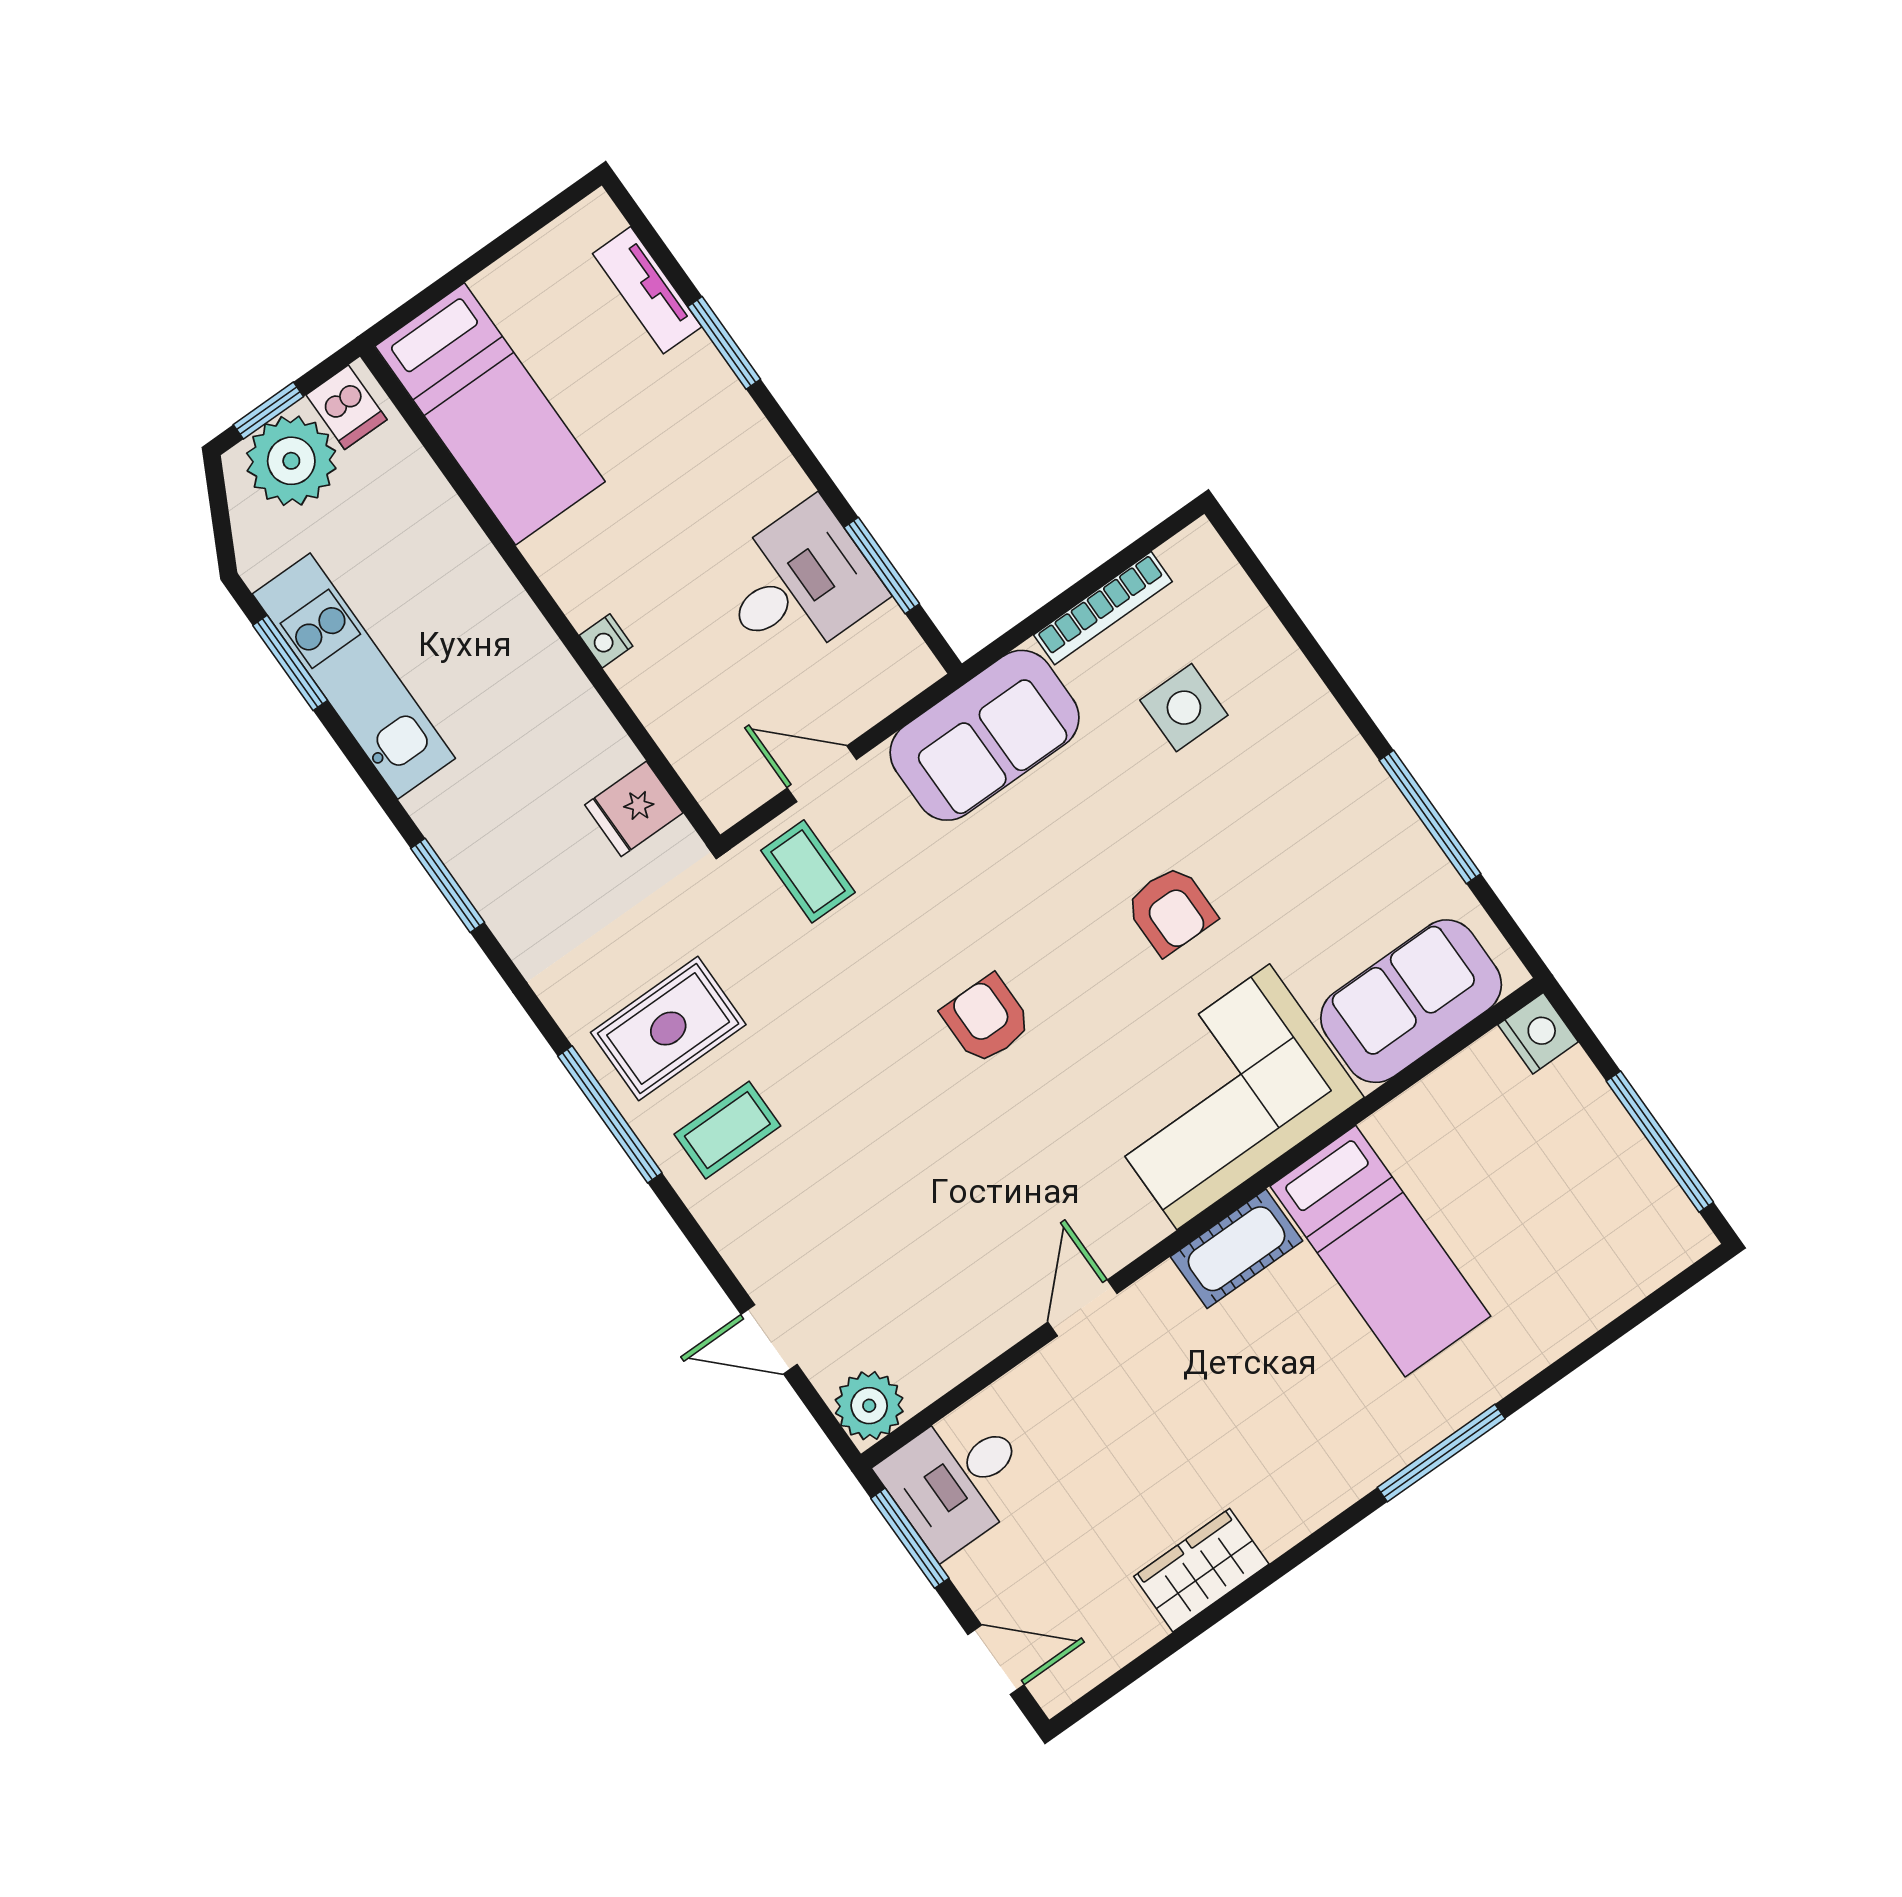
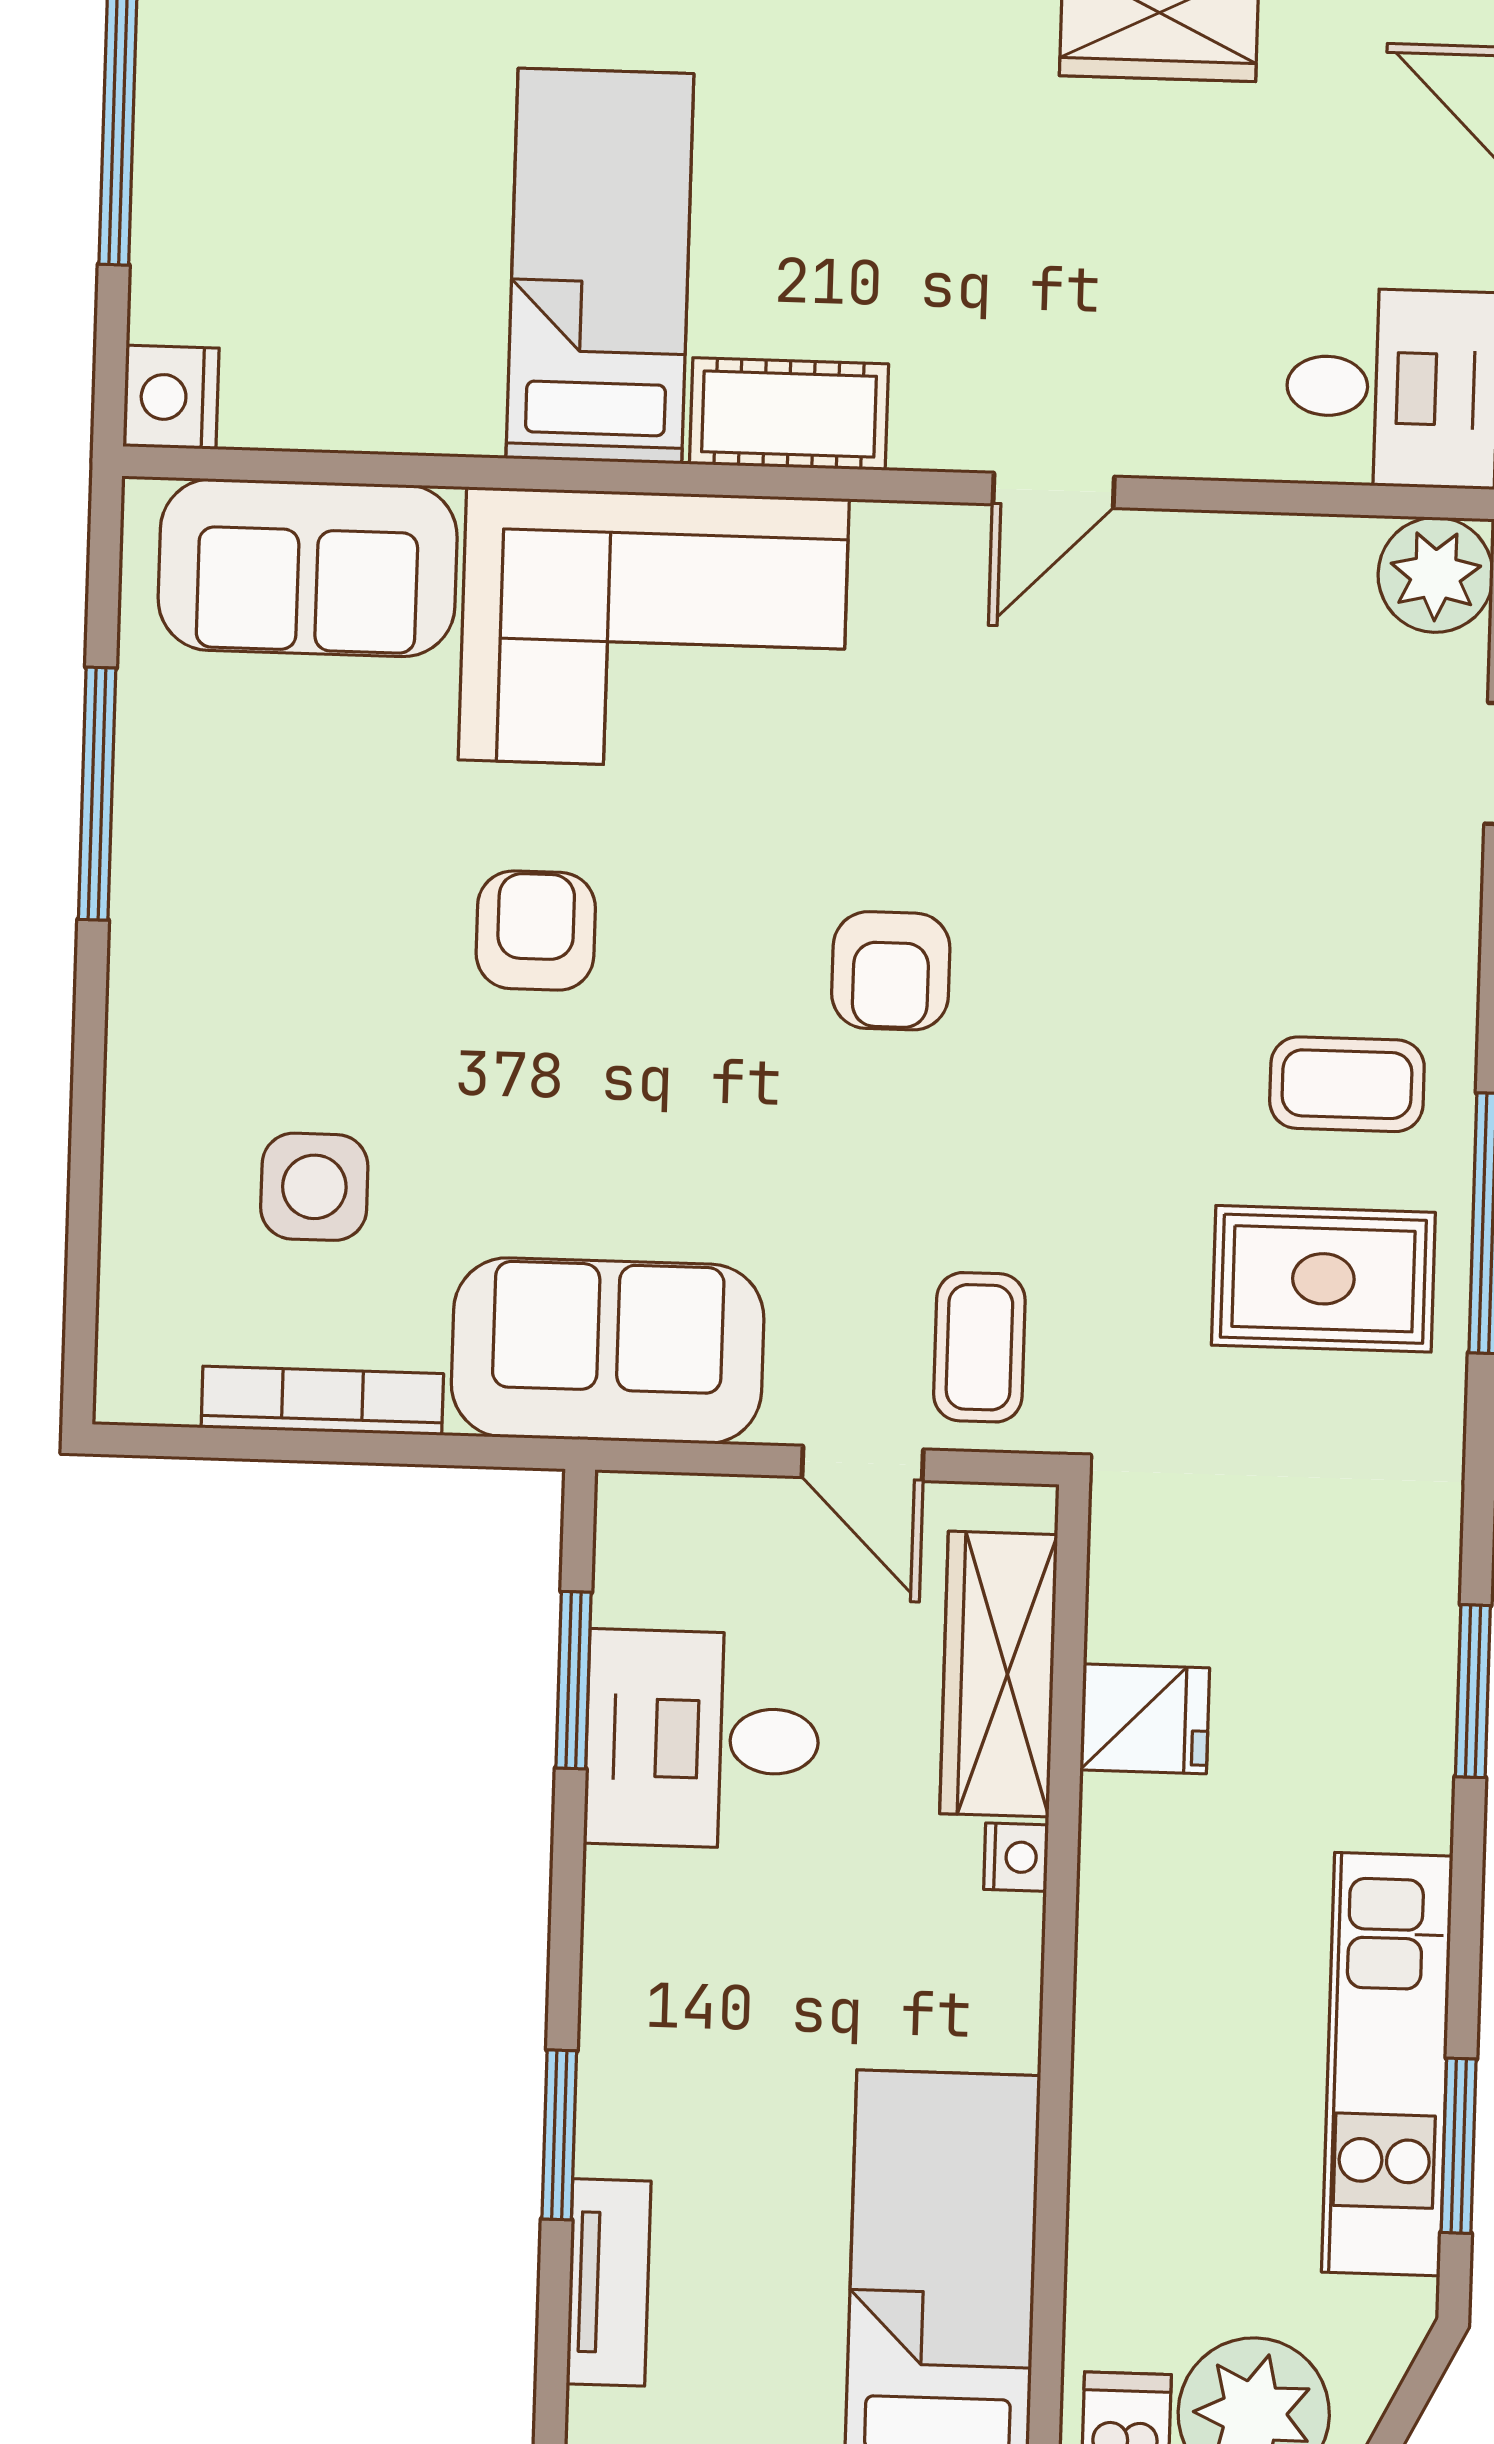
wardrobe: (681, 722) -> (999, 1674), added
fridge: (634, 809) -> (1145, 1719), moved

